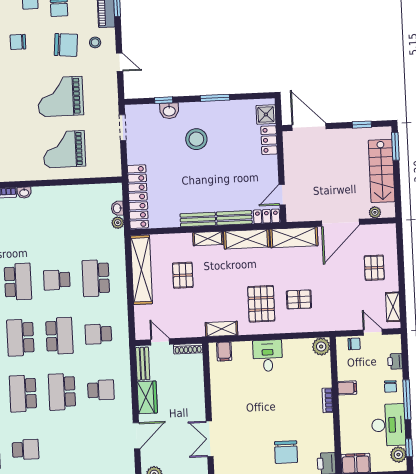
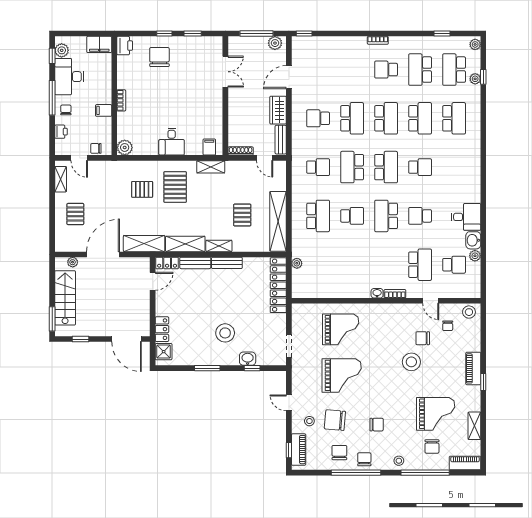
washbasin: (117, 208) -> (297, 276), removed

